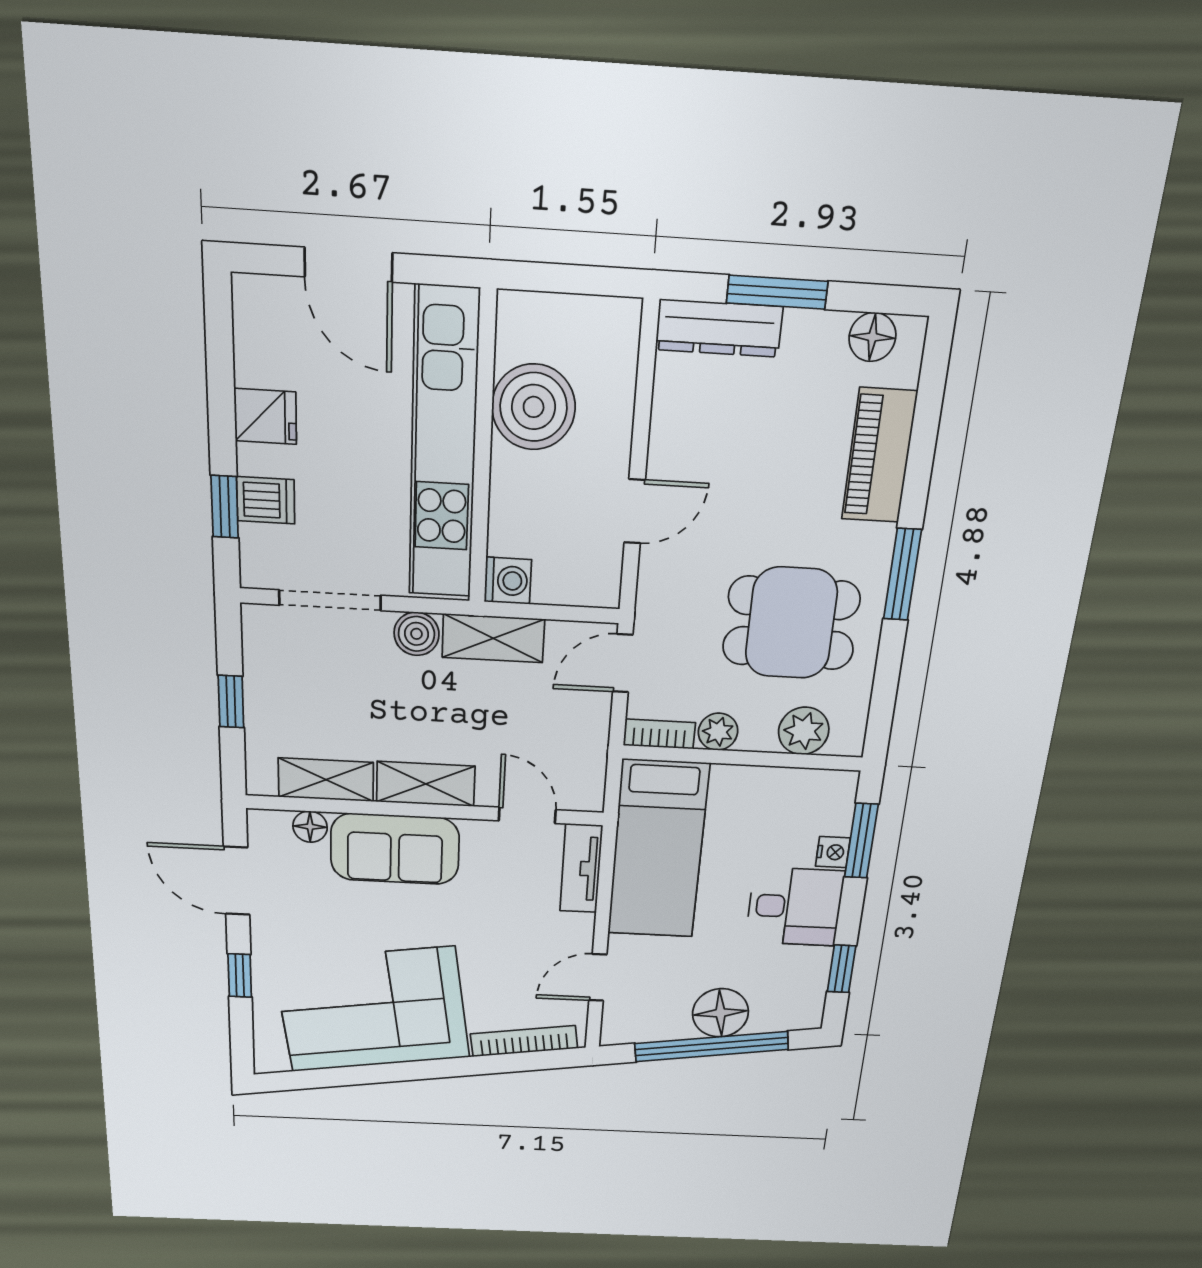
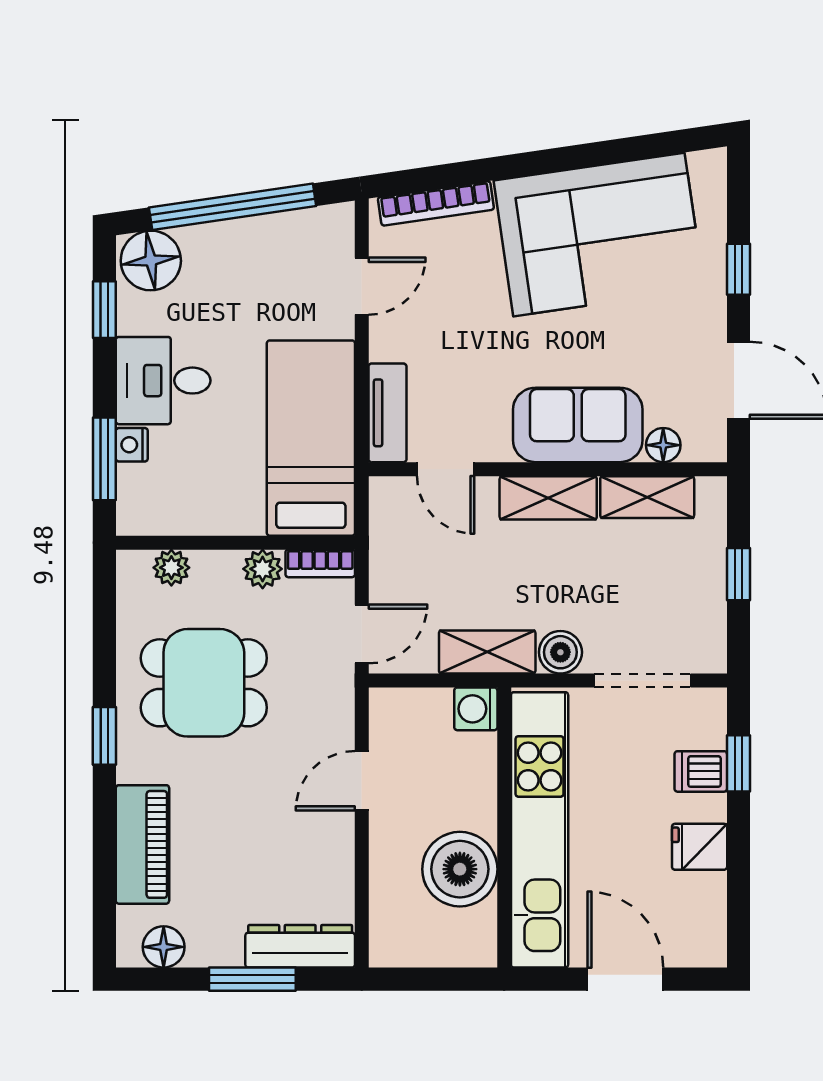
window: (902, 574) -> (104, 736), width x0.67
plant: (804, 731) -> (171, 568), width x0.73, depth x0.73
floor lamp: (720, 1013) -> (151, 260), moved

